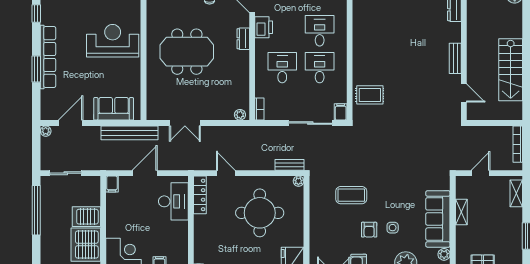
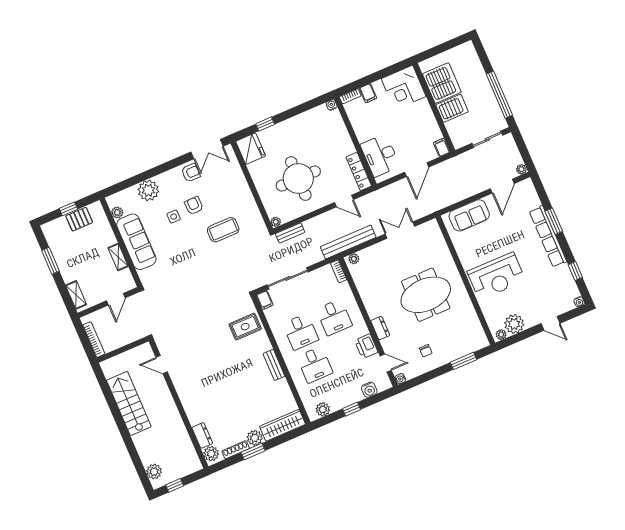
bench: (455, 58) -> (274, 365), moved
bench: (129, 133) -> (348, 242), moved

